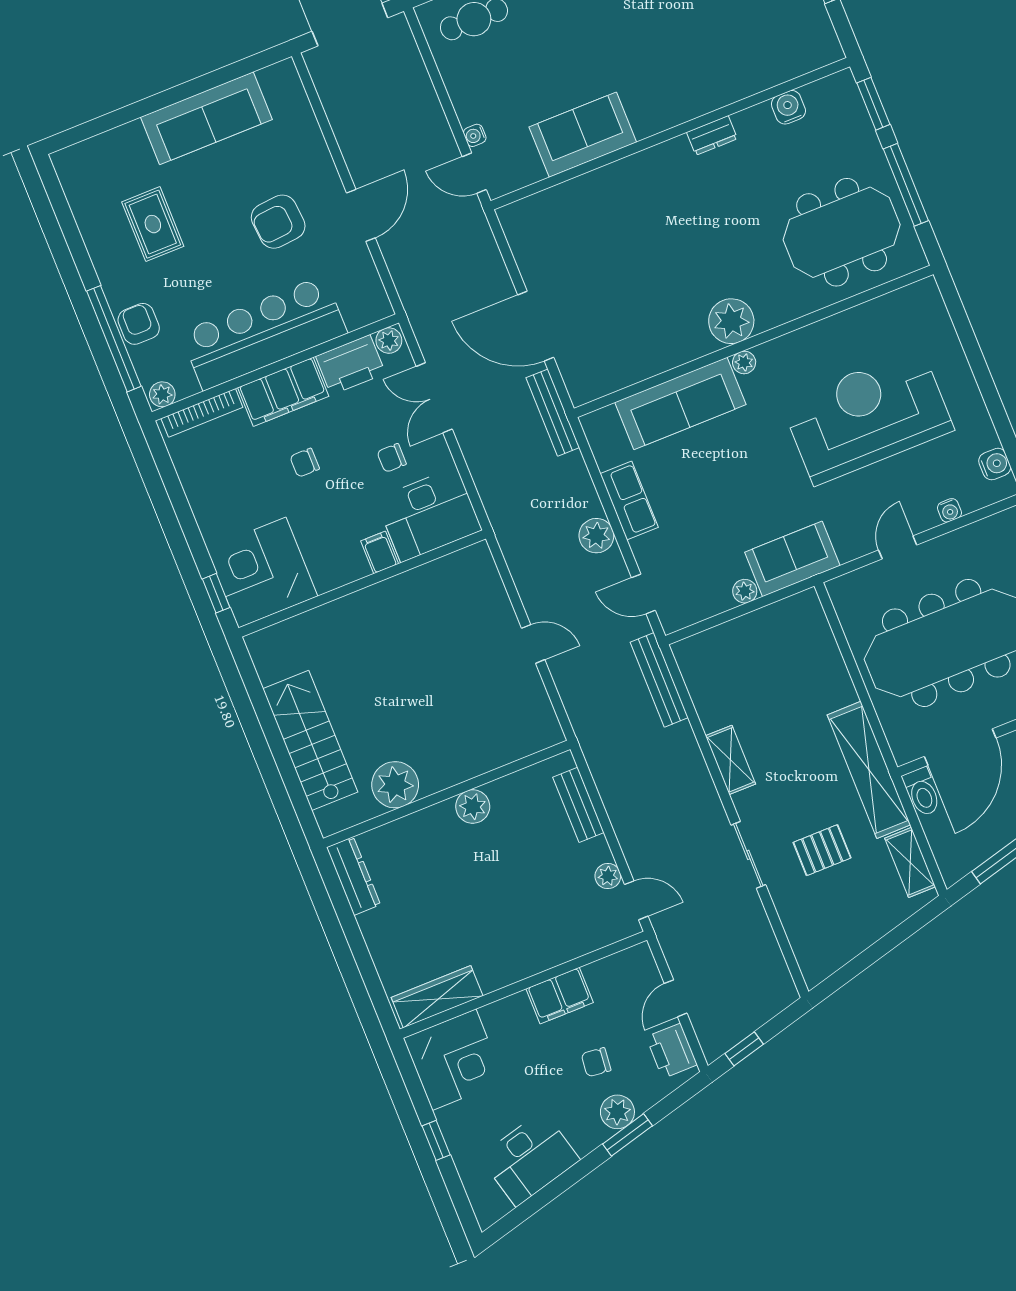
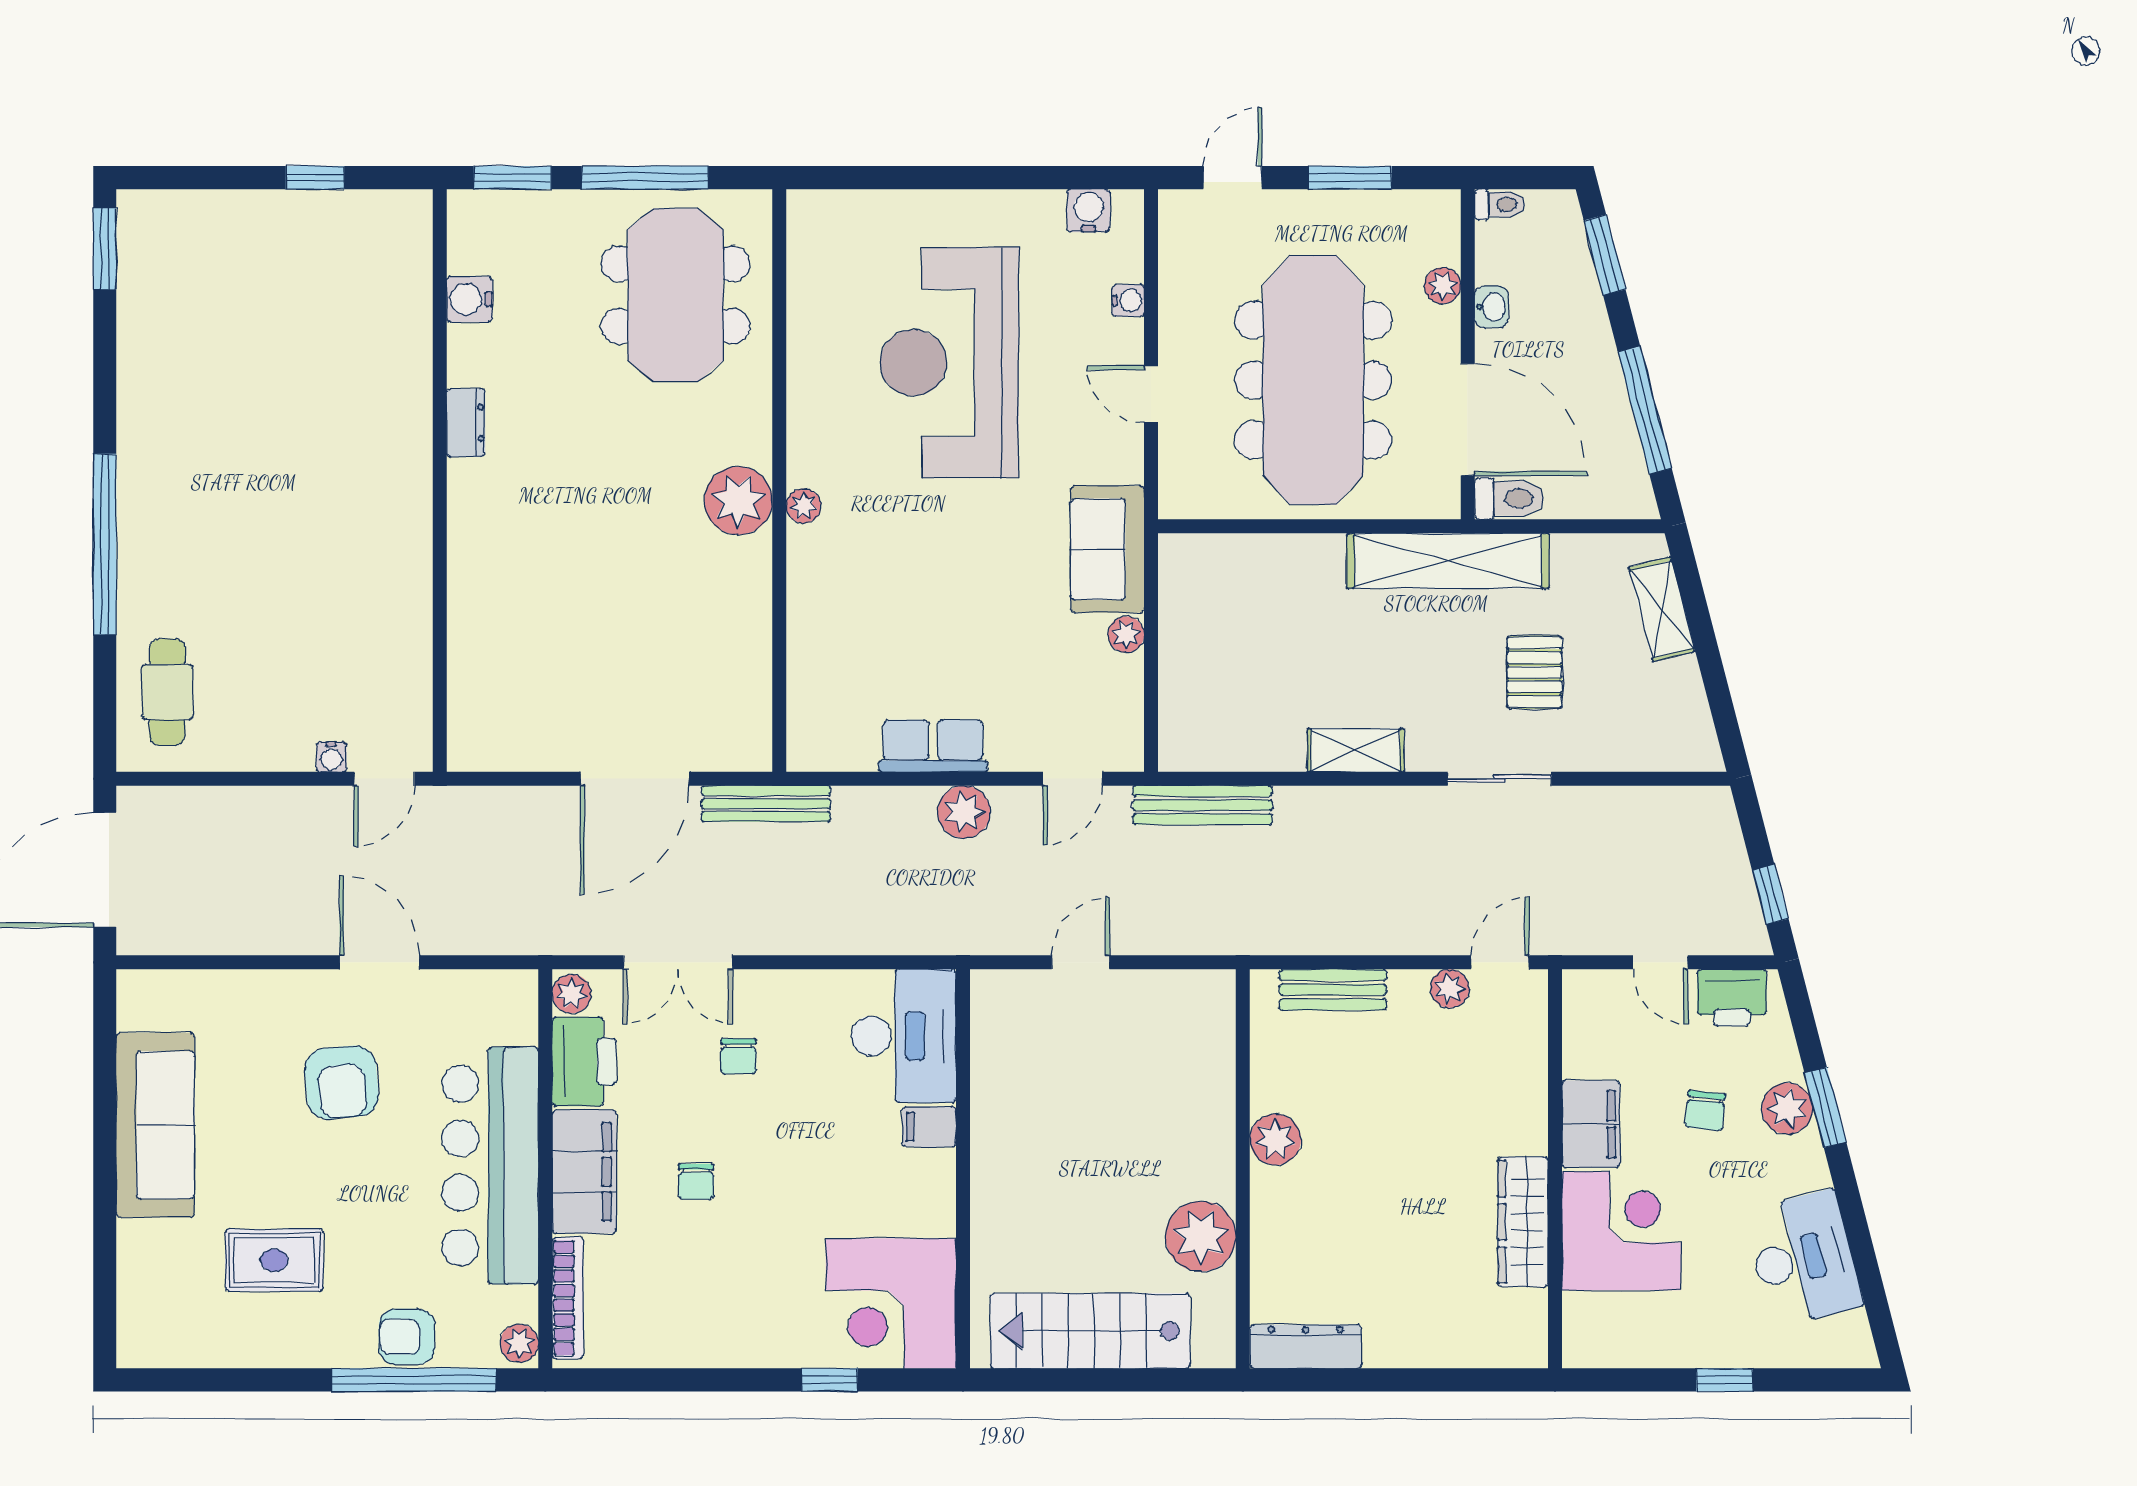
sofa: (583, 135) -> (392, 604), removed
sofa: (680, 403) -> (825, 619), removed
desk: (429, 515) -> (904, 1036), moved
filing cabinet: (380, 552) -> (929, 1127), moved
corner desk: (262, 573) -> (891, 1303), moved
wall: (362, 583) -> (963, 1169), moved
shelving: (910, 862) -> (1662, 609), moved, turned 75
wardrobe: (437, 997) -> (1523, 1222), moved
corner desk: (454, 1060) -> (1621, 1231), moved

